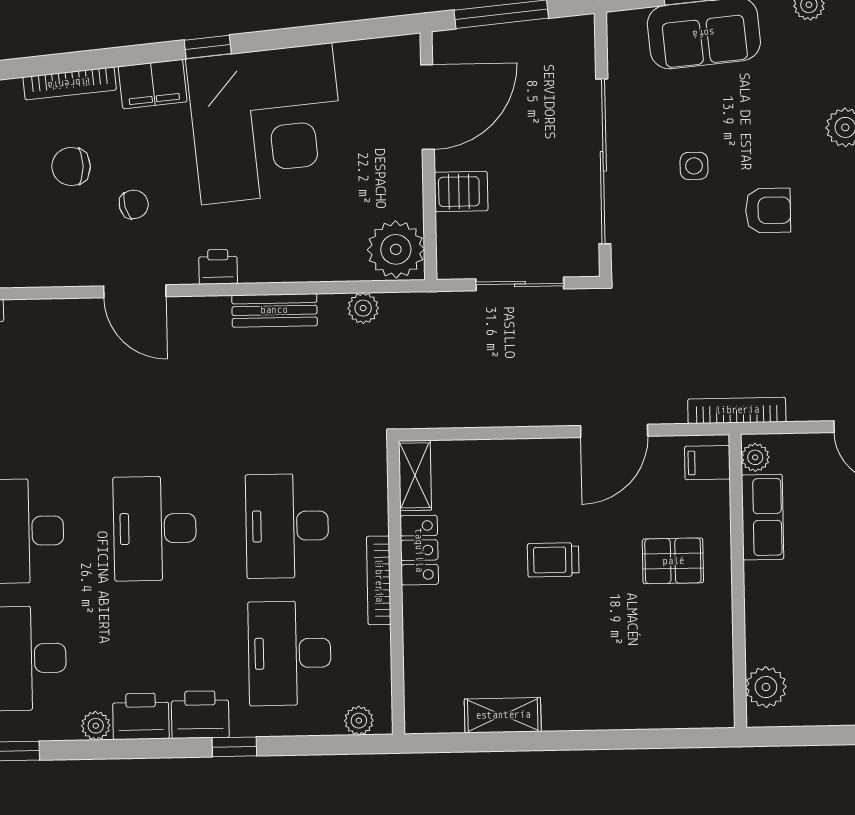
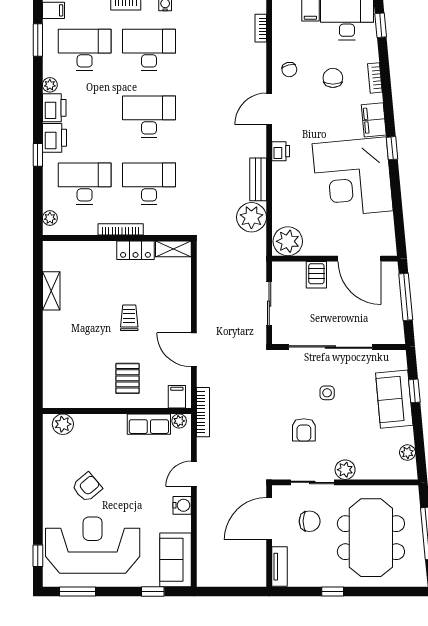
bookcase: (70, 83) -> (375, 78), width x0.64
chair: (134, 204) -> (289, 70), moved
plant: (363, 308) -> (251, 217), width x1.87, depth x1.87

